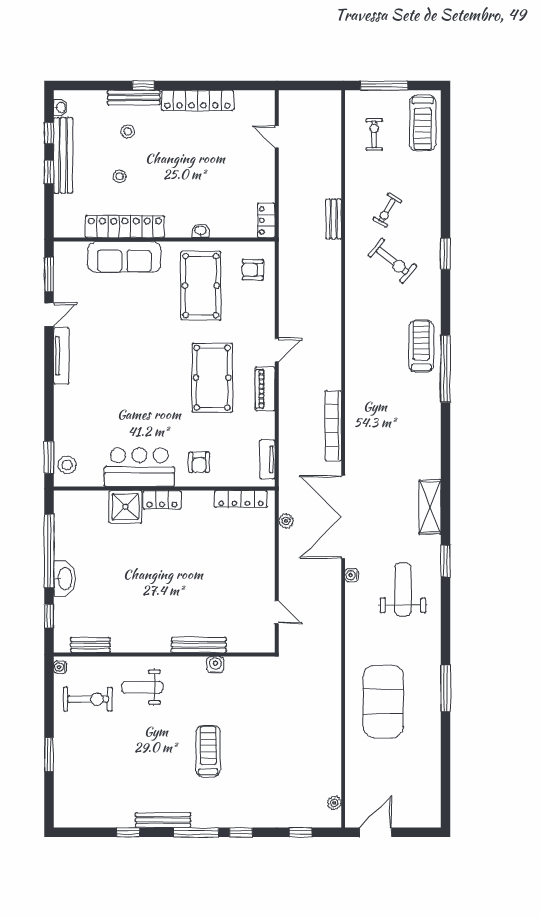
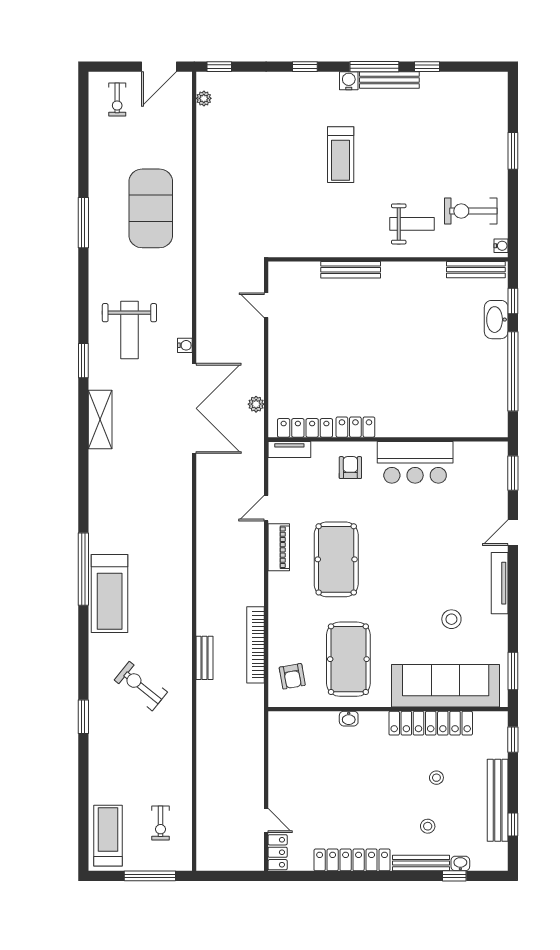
window: (143, 86) -> (454, 876), moved
washbasin: (61, 107) -> (460, 863), moved, turned 90
window: (49, 172) -> (513, 740), moved
exercise bike: (387, 210) -> (117, 99), moved, turned 149
bench: (334, 219) -> (204, 658), moved
locker: (266, 220) -> (278, 852), moved
window: (445, 254) -> (83, 717), moved
sofa: (124, 257) -> (446, 686), width x1.36, depth x1.27
armchair: (253, 270) -> (292, 676), turned 80
door: (49, 315) -> (513, 533), moved
treadmill: (421, 346) -> (110, 594), width x1.37, depth x1.37
door: (277, 350) -> (266, 508), moved
bookcase: (333, 426) -> (255, 645), moved, turned 180
tv unit: (267, 459) -> (289, 449), moved, turned 90
stool: (67, 465) -> (451, 619), moved
locker: (162, 500) -> (355, 427), moved
shower: (125, 507) -> (430, 420), removed
washbasin: (64, 579) -> (496, 320), moved
bench: (90, 645) -> (476, 270), width x1.36
water cooler: (215, 665) -> (349, 81), moved, turned 180
window: (196, 832) -> (374, 67), moved
window: (300, 832) -> (219, 67), moved

